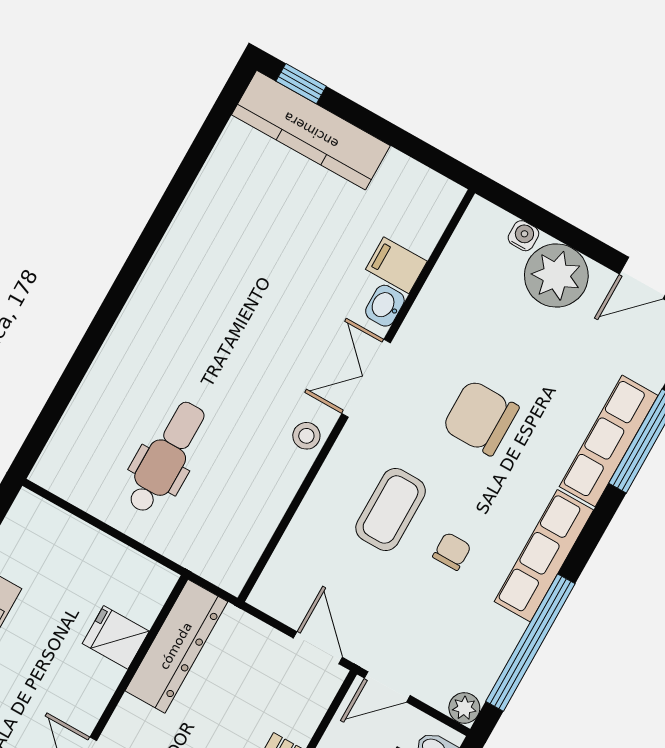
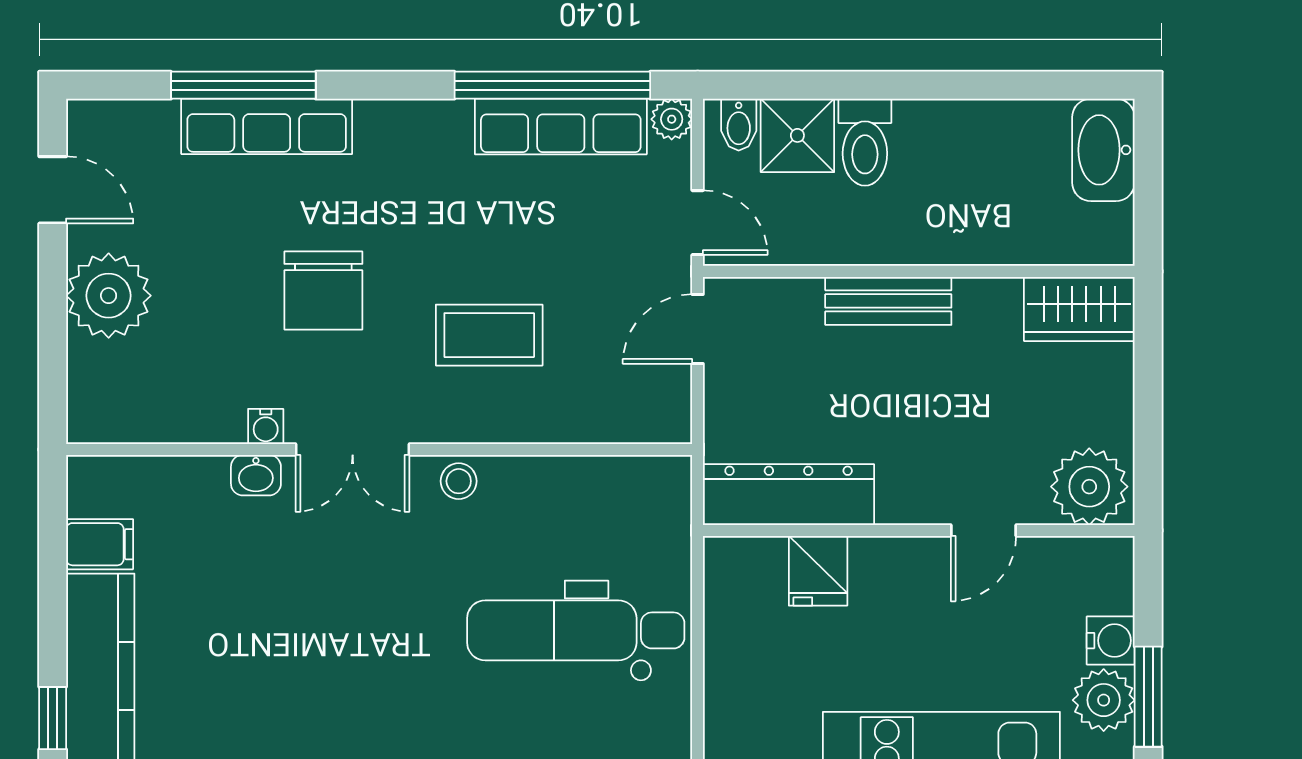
water cooler: (523, 236) -> (266, 426), moved, turned -90
filing cabinet: (396, 265) -> (100, 544), moved, turned -90
dental chair: (166, 457) -> (576, 630), width x1.36, depth x1.38
chair: (452, 551) -> (498, 236), removed
row of seats: (544, 556) -> (561, 127), moved

